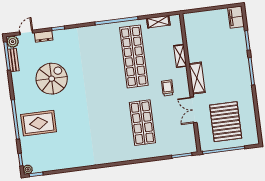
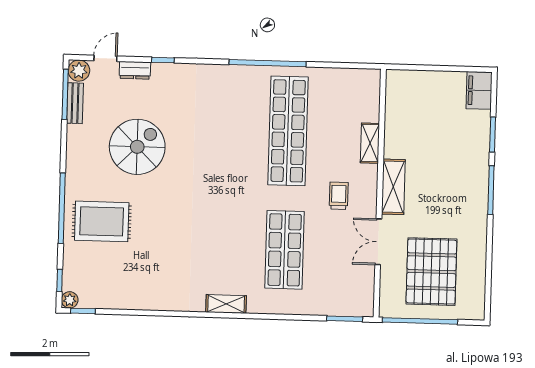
shelving: (158, 22) -> (226, 304), moved

